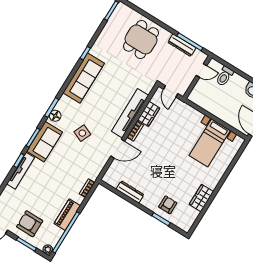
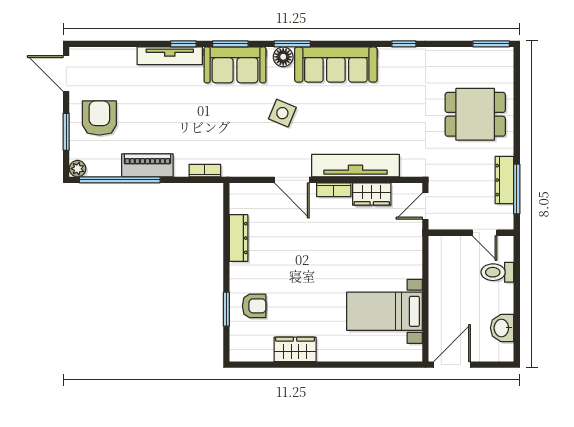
sofa: (84, 78) -> (336, 65), moved

